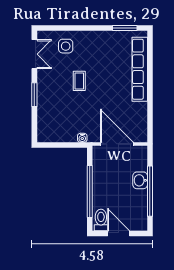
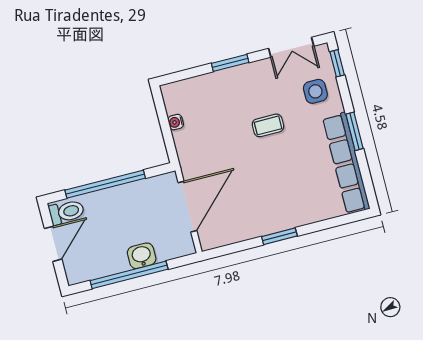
window: (52, 28) -> (337, 63), added
window: (125, 28) -> (355, 131), moved
row of seats: (140, 69) -> (346, 163), moved, turned -90
window: (150, 92) -> (279, 236), added
water cooler: (82, 138) -> (176, 122), moved

